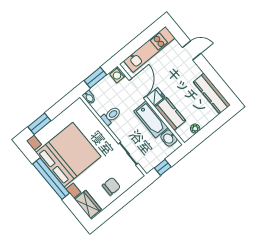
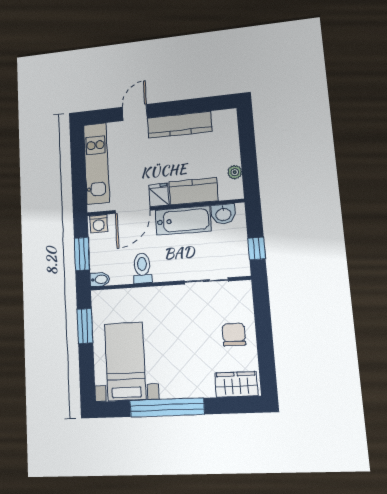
door: (138, 88) -> (133, 210), swing flipped
kitchen counter: (212, 94) -> (180, 125), moved
window: (39, 124) -> (85, 326), moved
bed with nightstands: (68, 155) -> (125, 361), width x0.54

